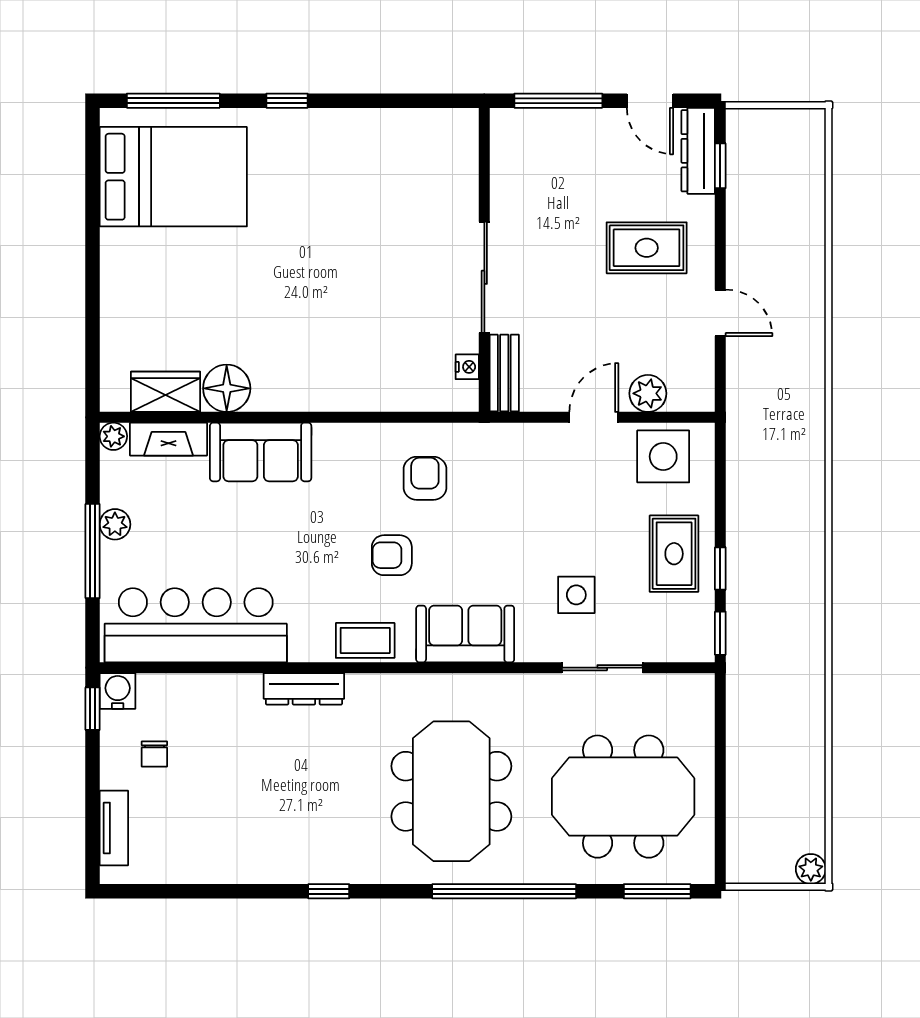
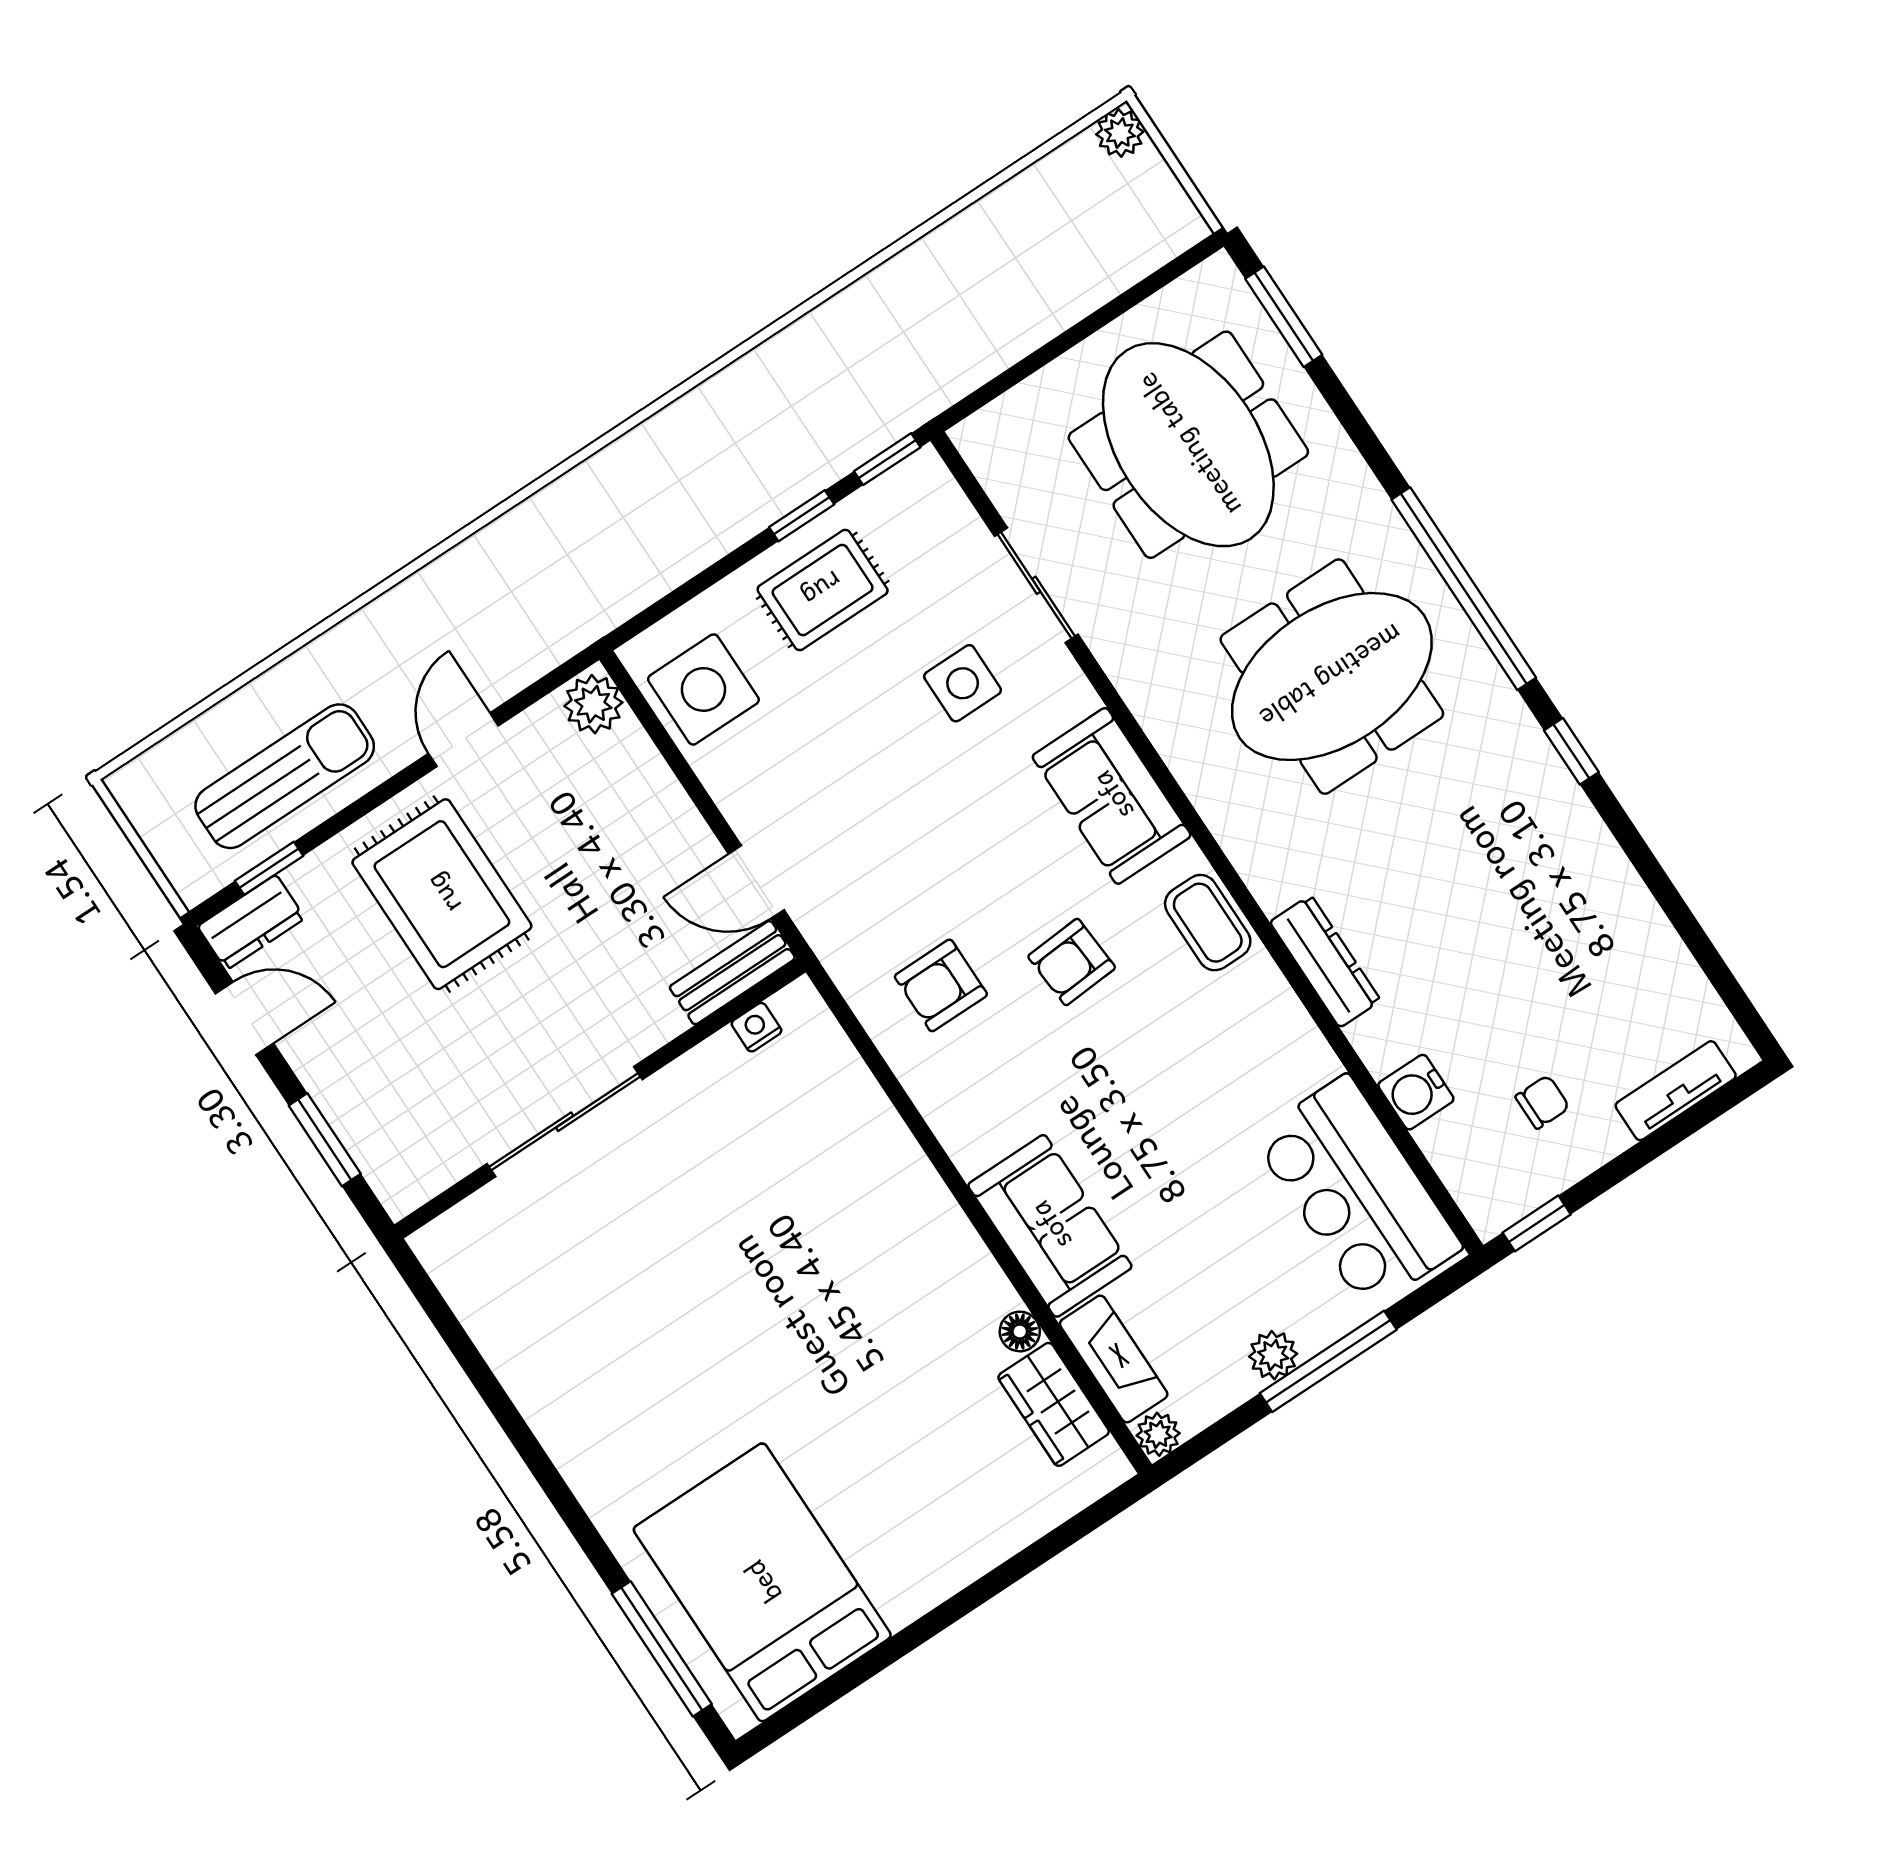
window: (287, 101) -> (562, 1498), removed
window: (558, 101) -> (325, 1140), width x0.69
door: (650, 101) -> (244, 1018), hinge flipped
dresser: (698, 151) -> (251, 922), width x0.70
sun lounger: (763, 206) -> (285, 776), added
rug: (647, 248) -> (442, 894), width x1.36, depth x1.43
sliding door: (484, 277) -> (565, 1122), moved
floor lamp: (227, 388) -> (1020, 1331), width x0.53, depth x0.53
plant: (648, 393) -> (593, 704), moved
door: (594, 417) -> (756, 882), moved
armchair: (392, 555) -> (1072, 962), turned 86
bar counter: (196, 625) -> (1357, 1192), width x0.73
water cooler: (118, 691) -> (1416, 1092), moved
window: (504, 891) -> (1464, 589), moved

